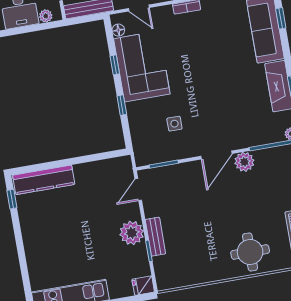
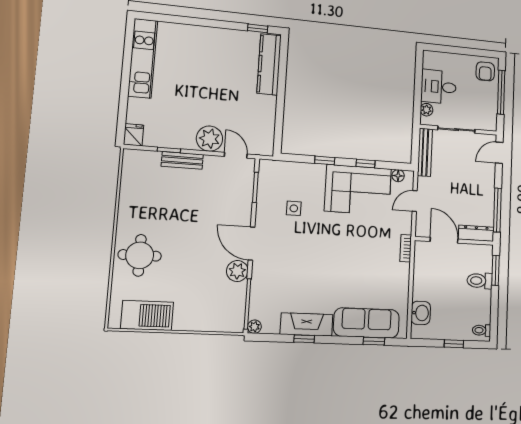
plant: (132, 233) -> (210, 139), moved

